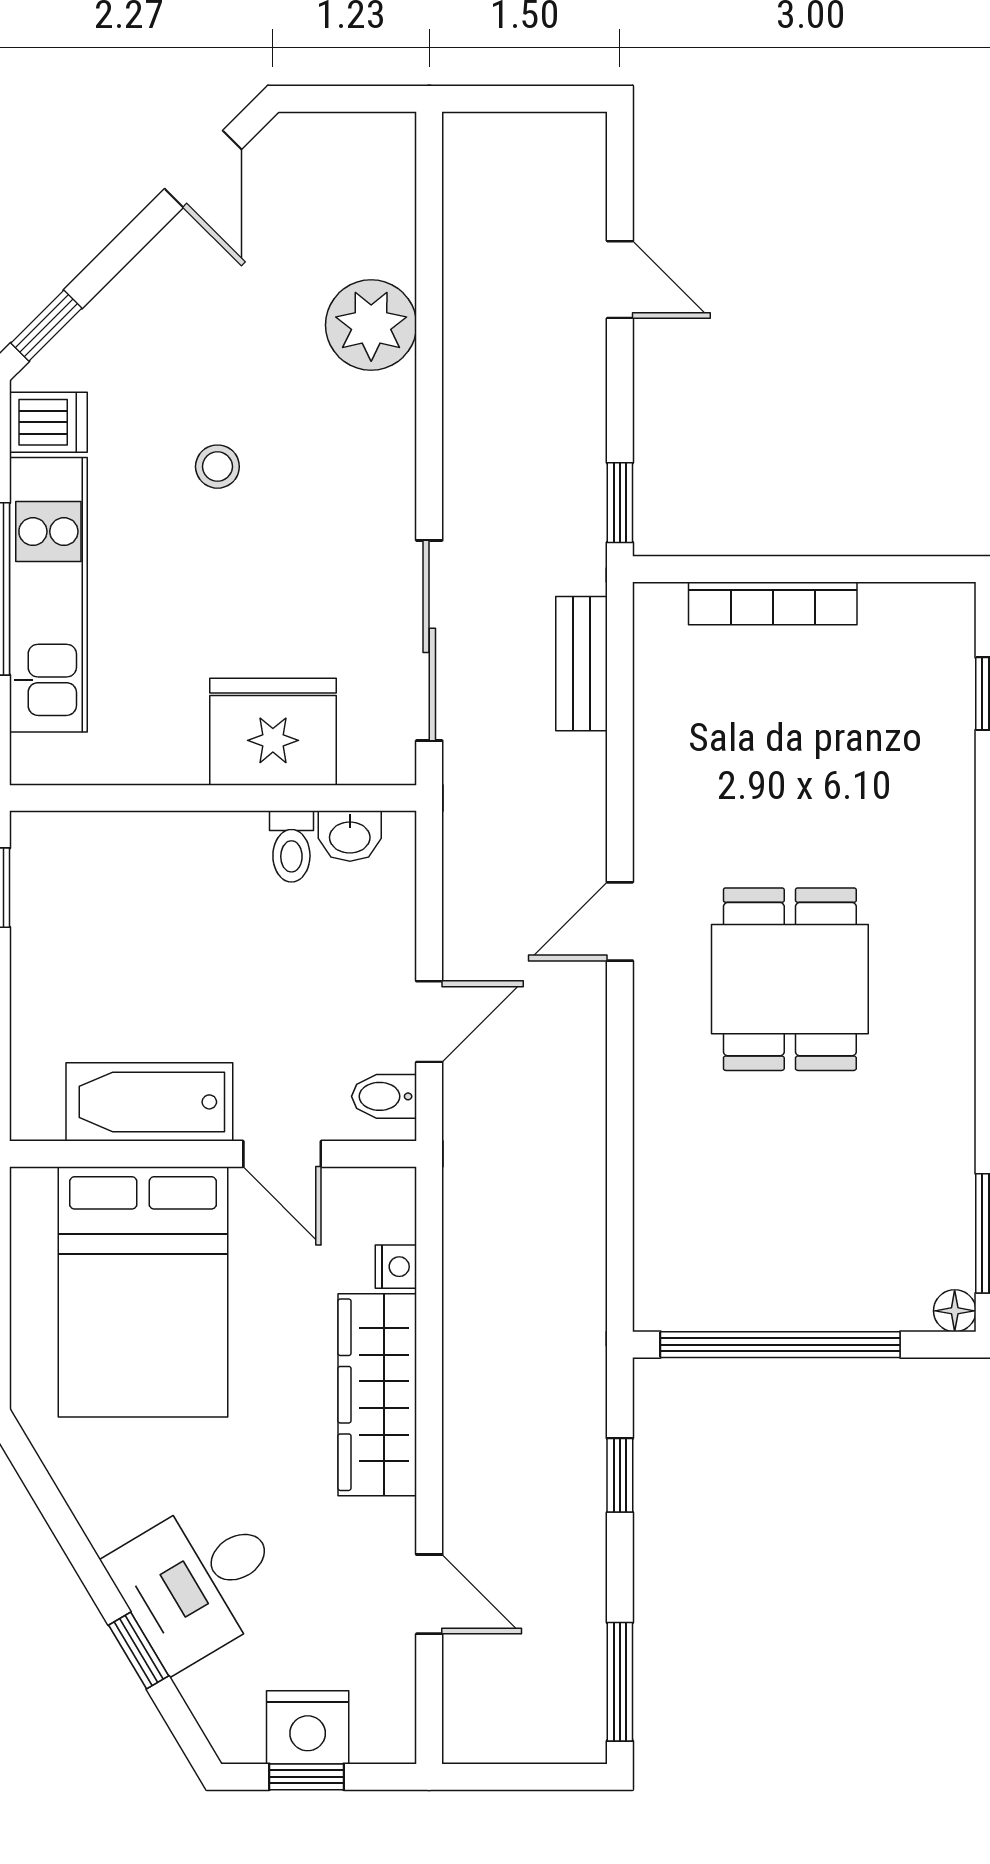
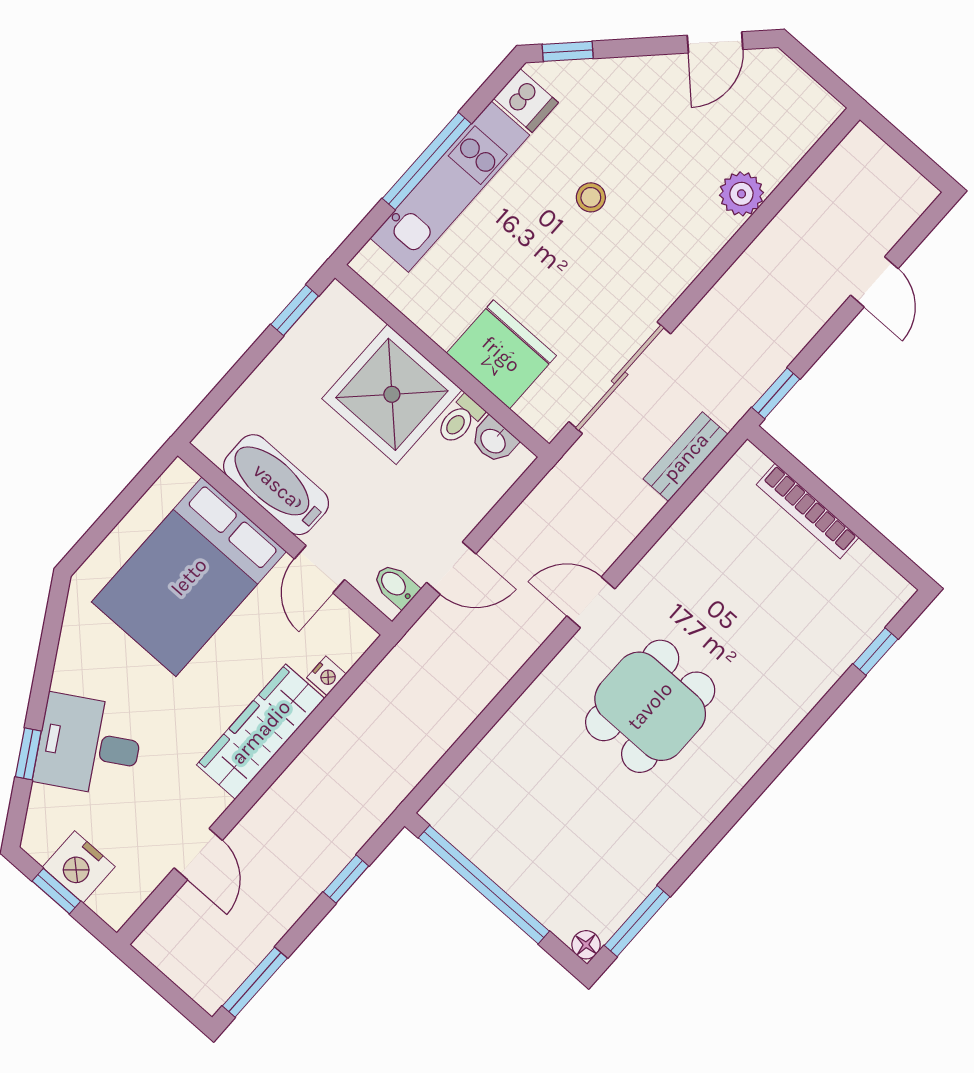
plant: (371, 325) -> (741, 194), width x0.73, depth x0.73
shower: (190, 885) -> (392, 394), added

